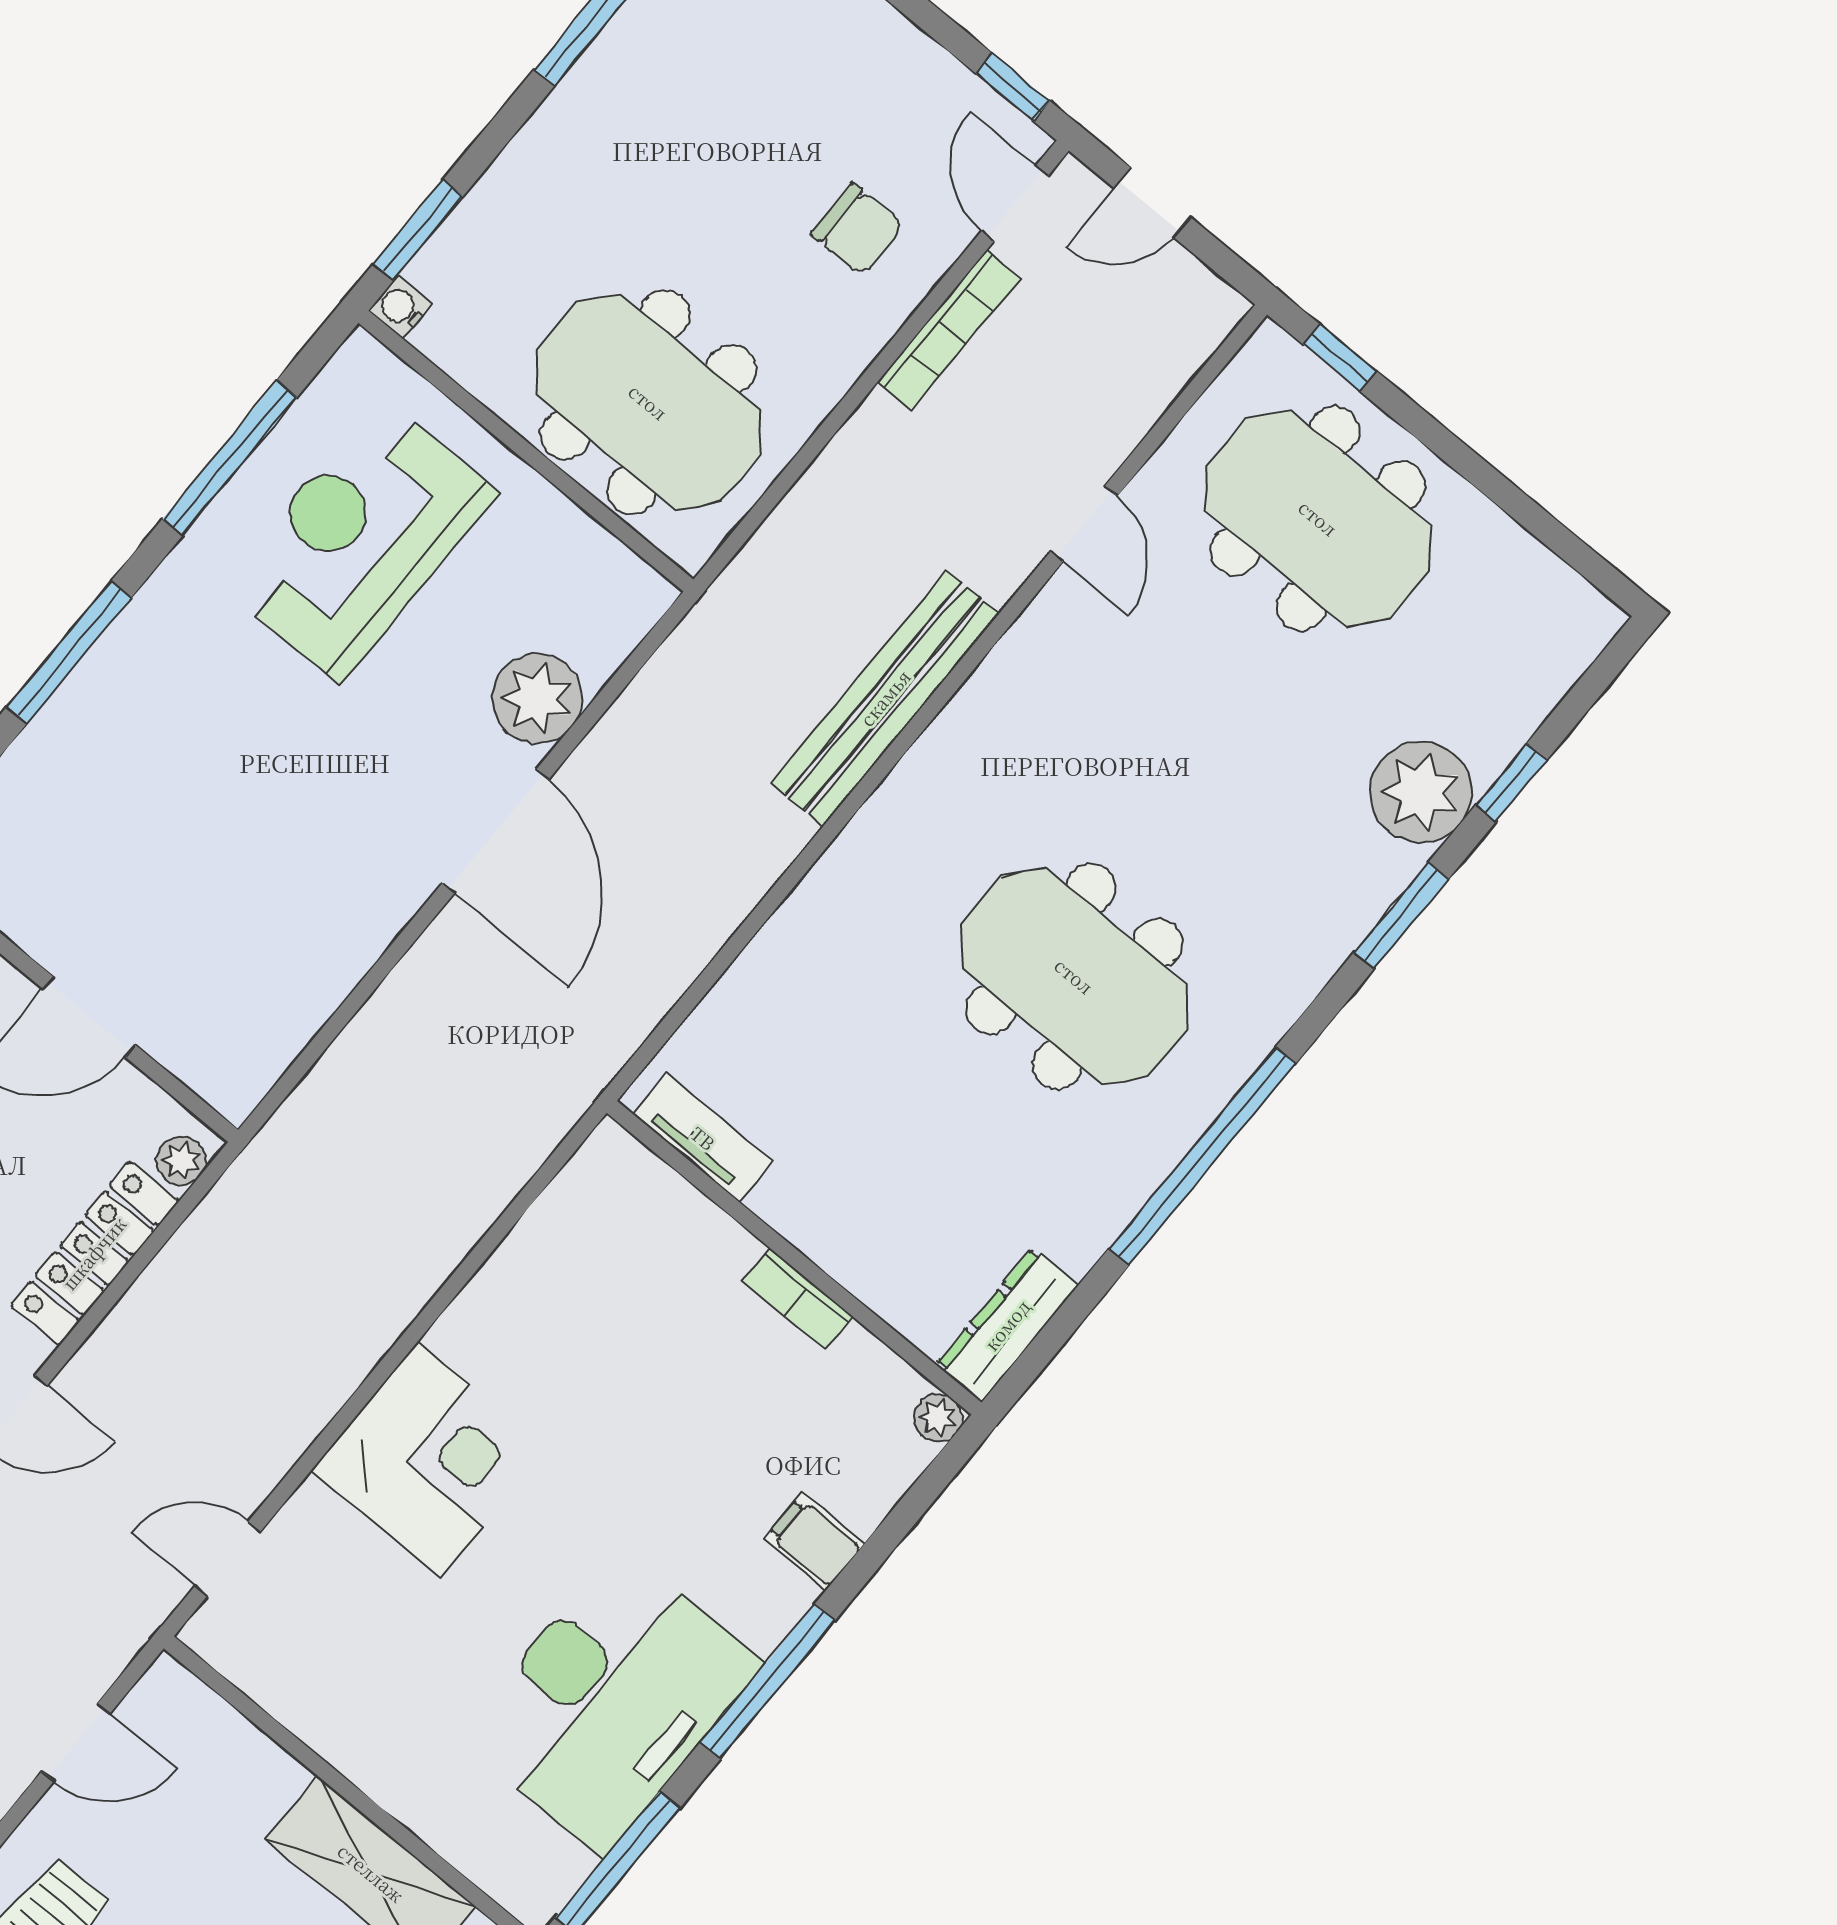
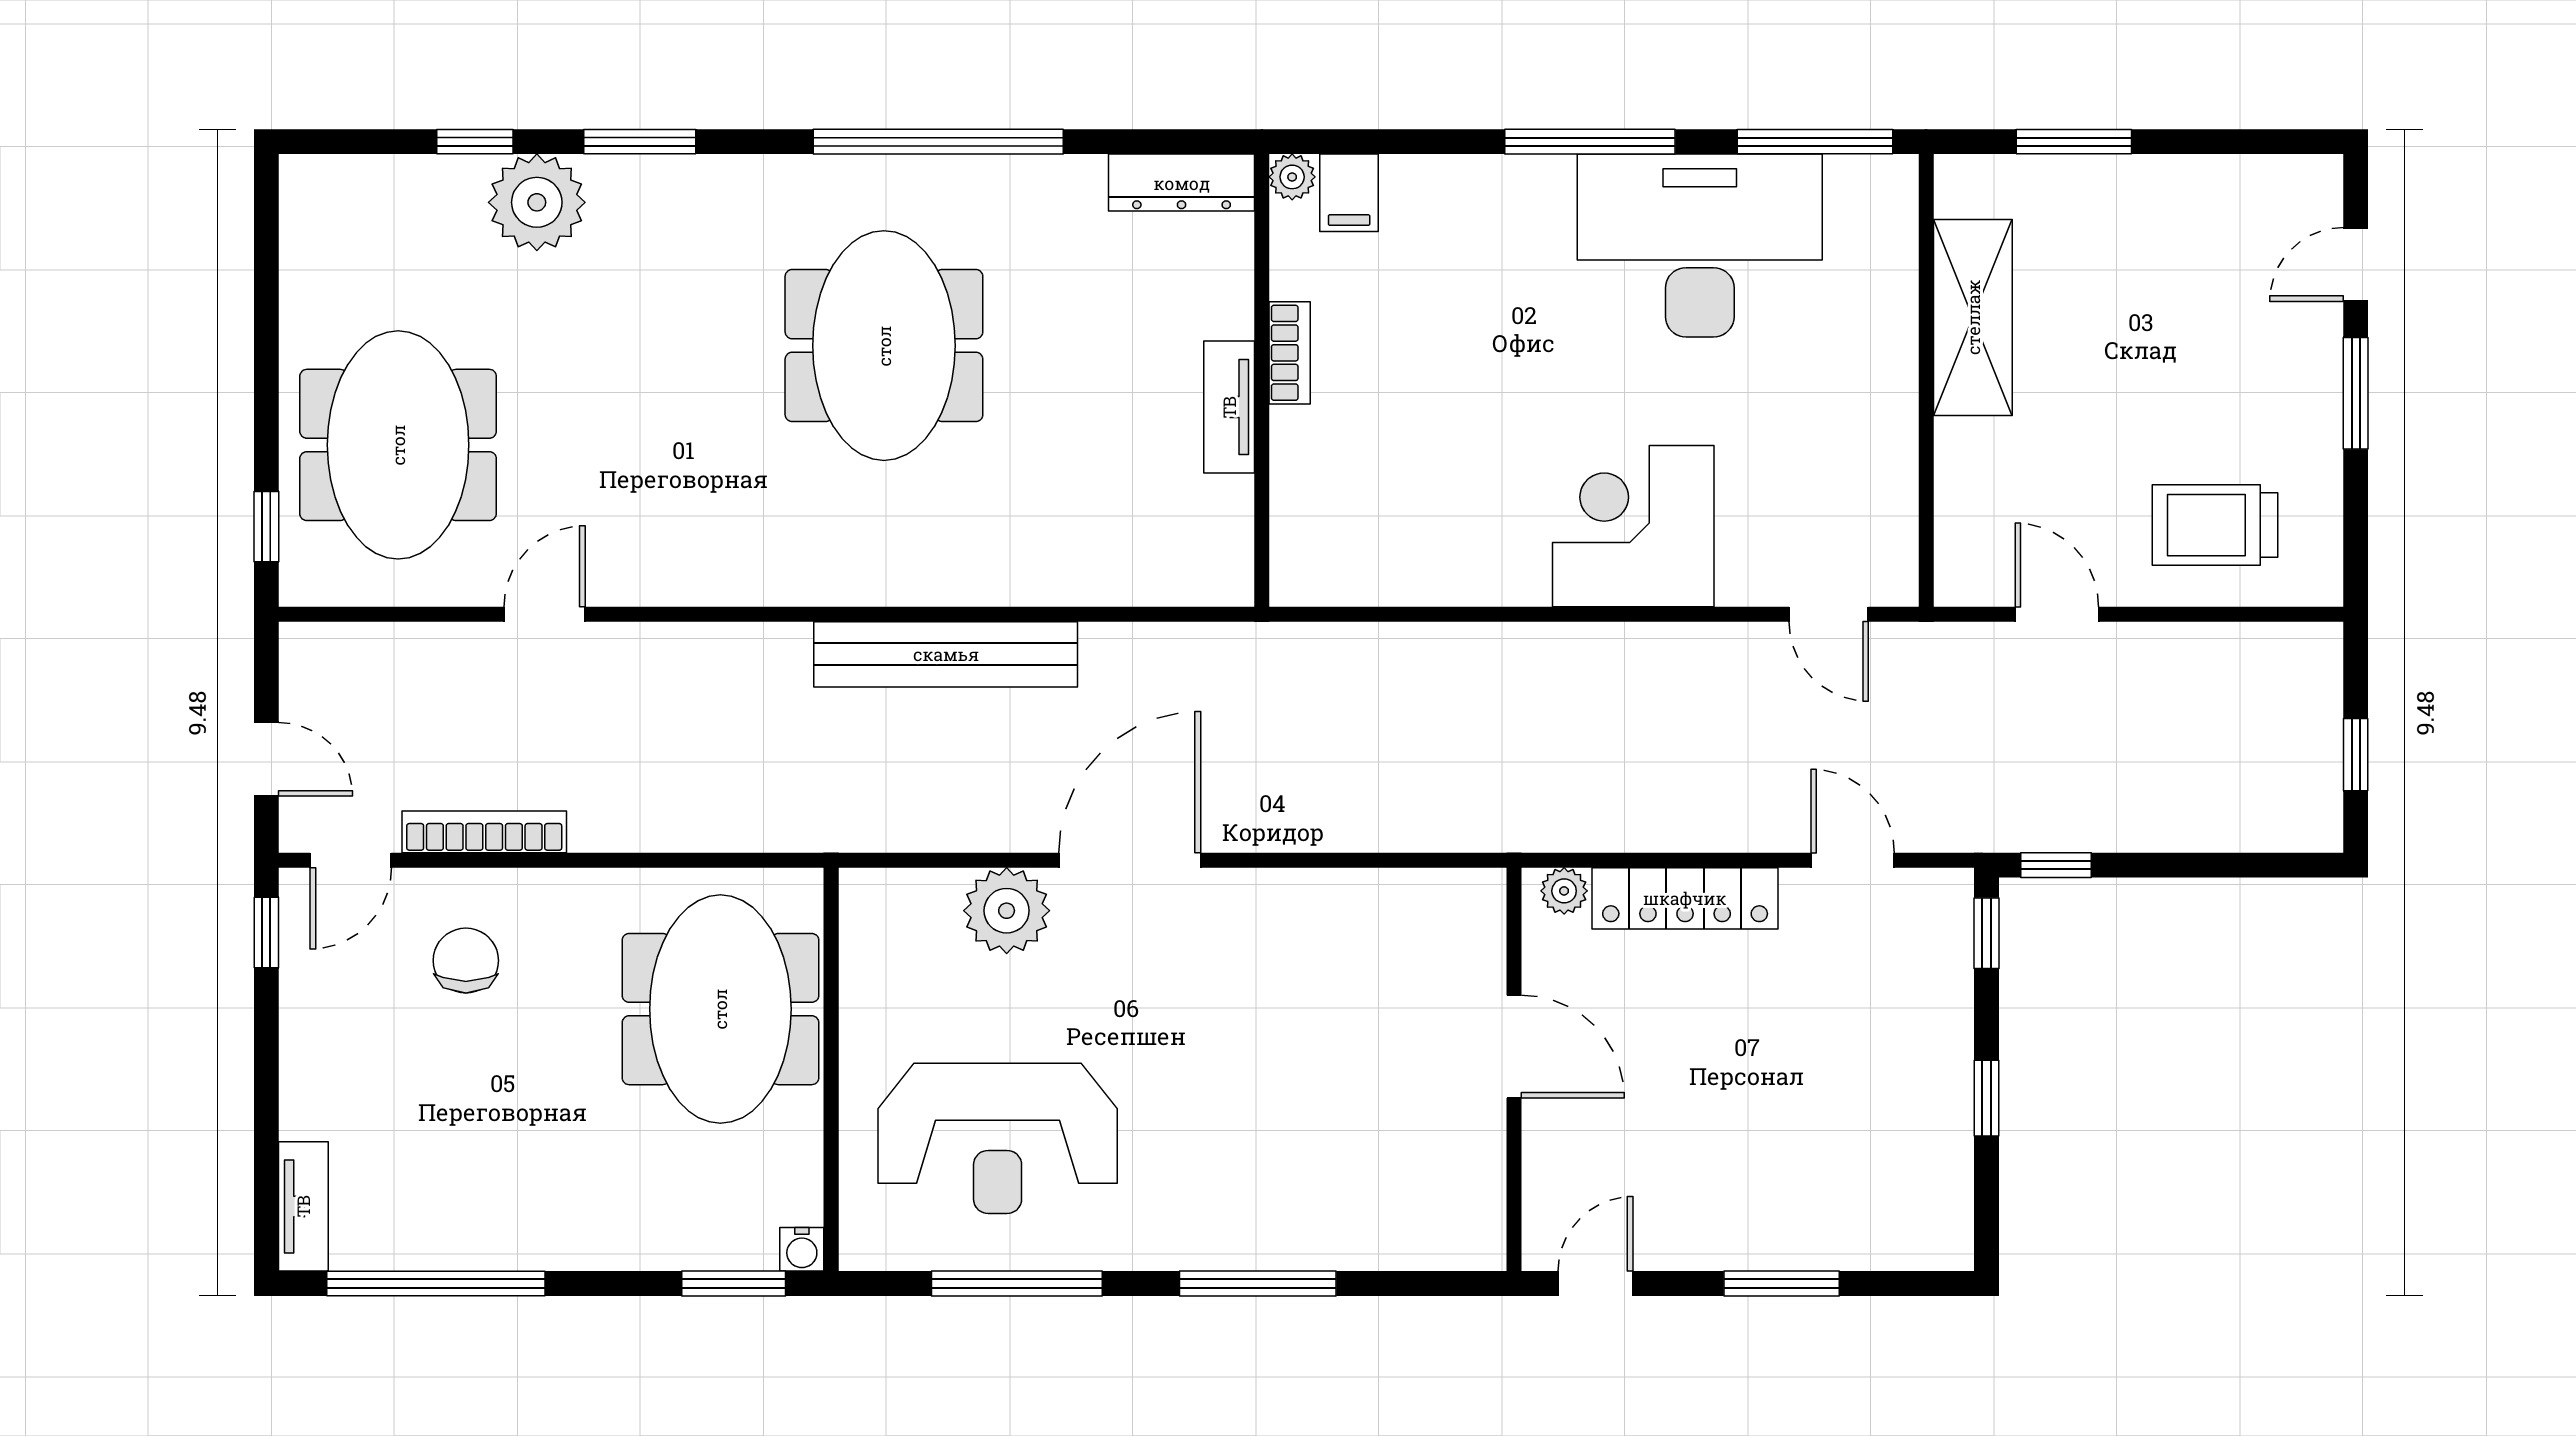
bench: (885, 698) -> (946, 654), moved
tv unit: (703, 1138) -> (1229, 407), moved
filing cabinet: (814, 1542) -> (1349, 193), moved

